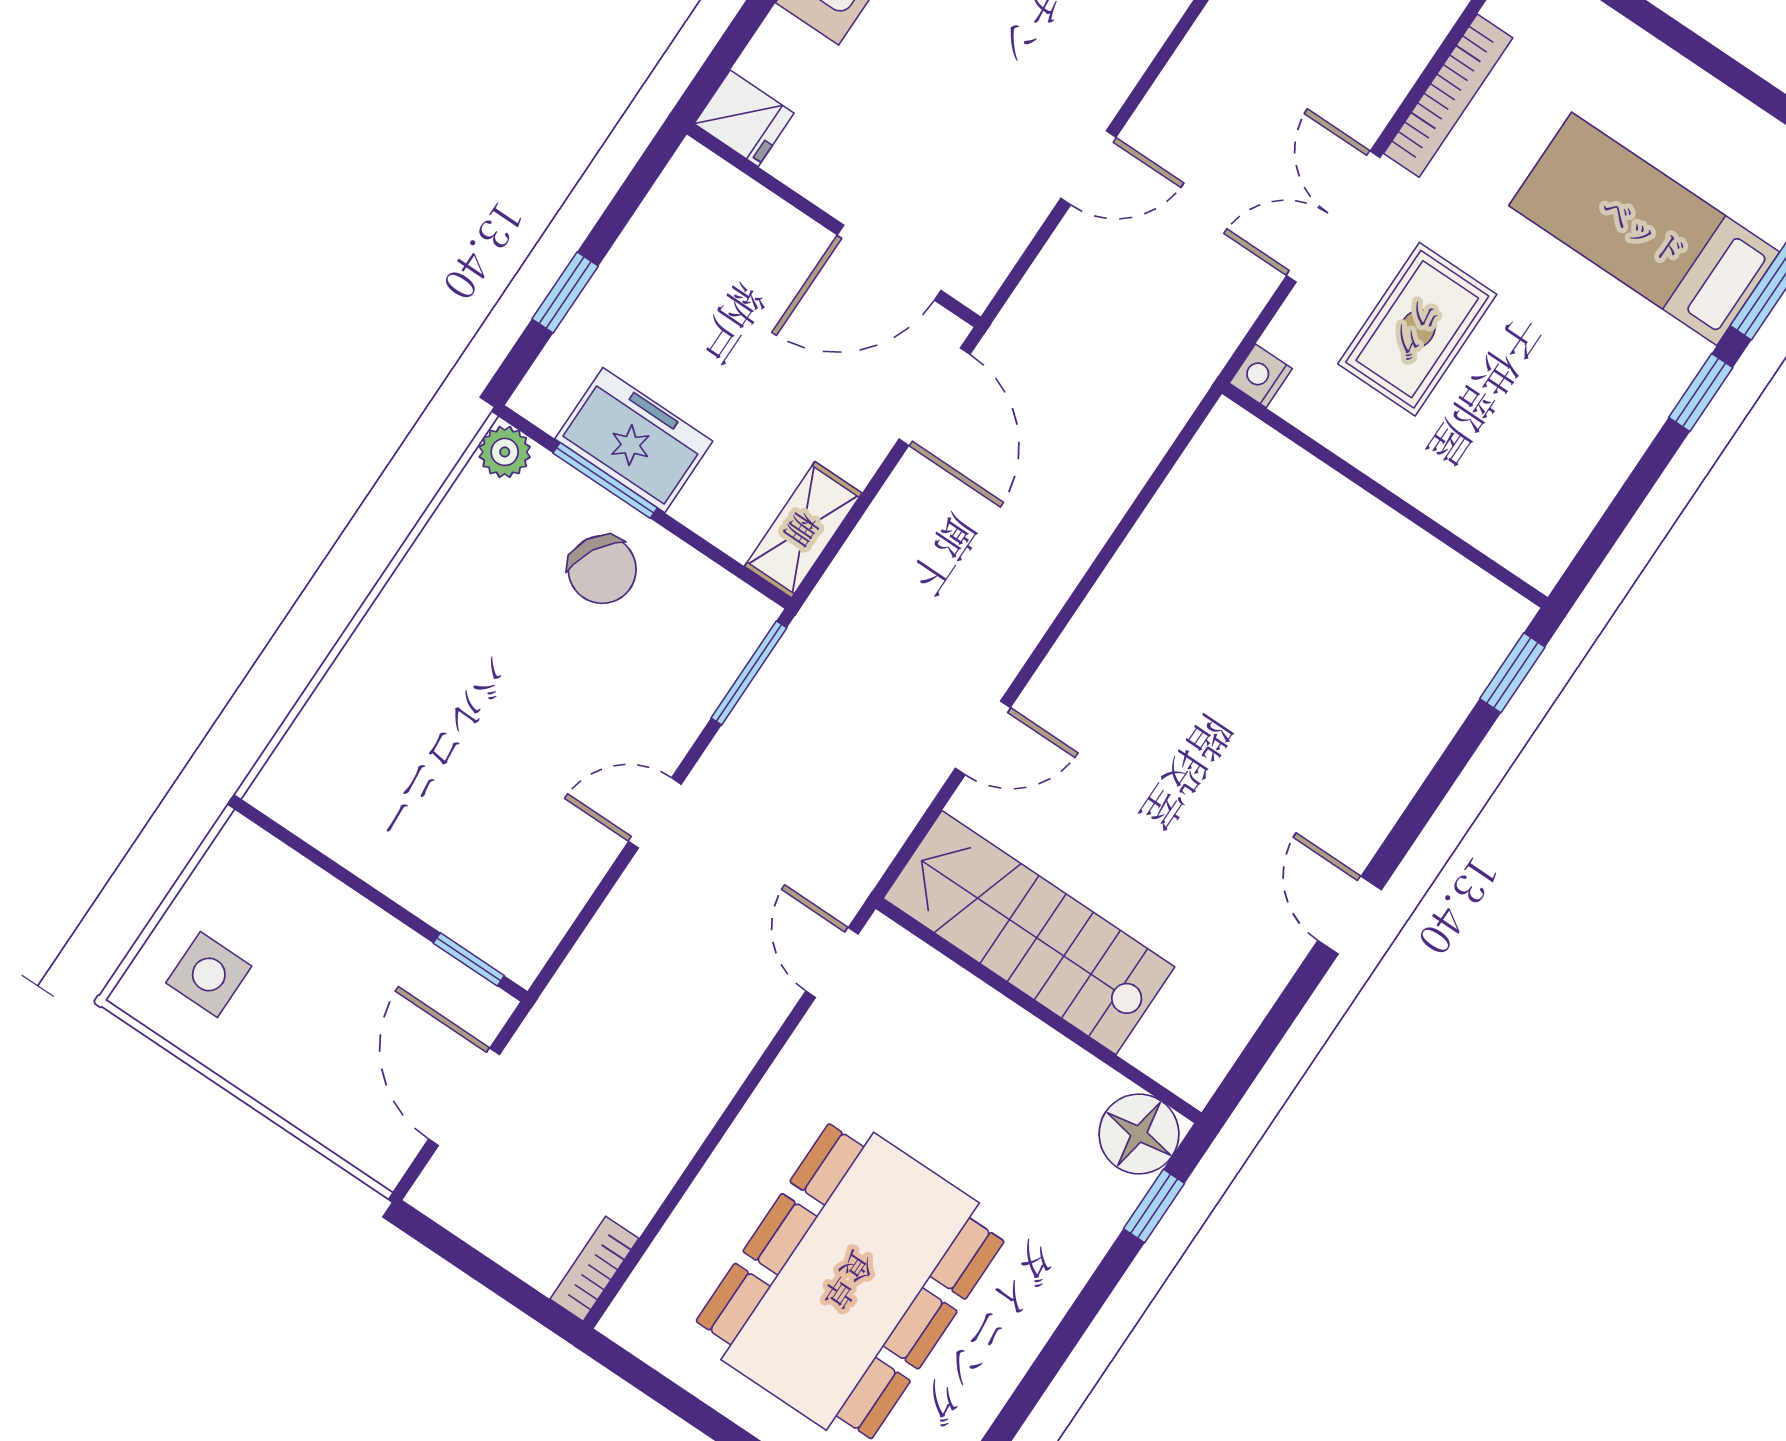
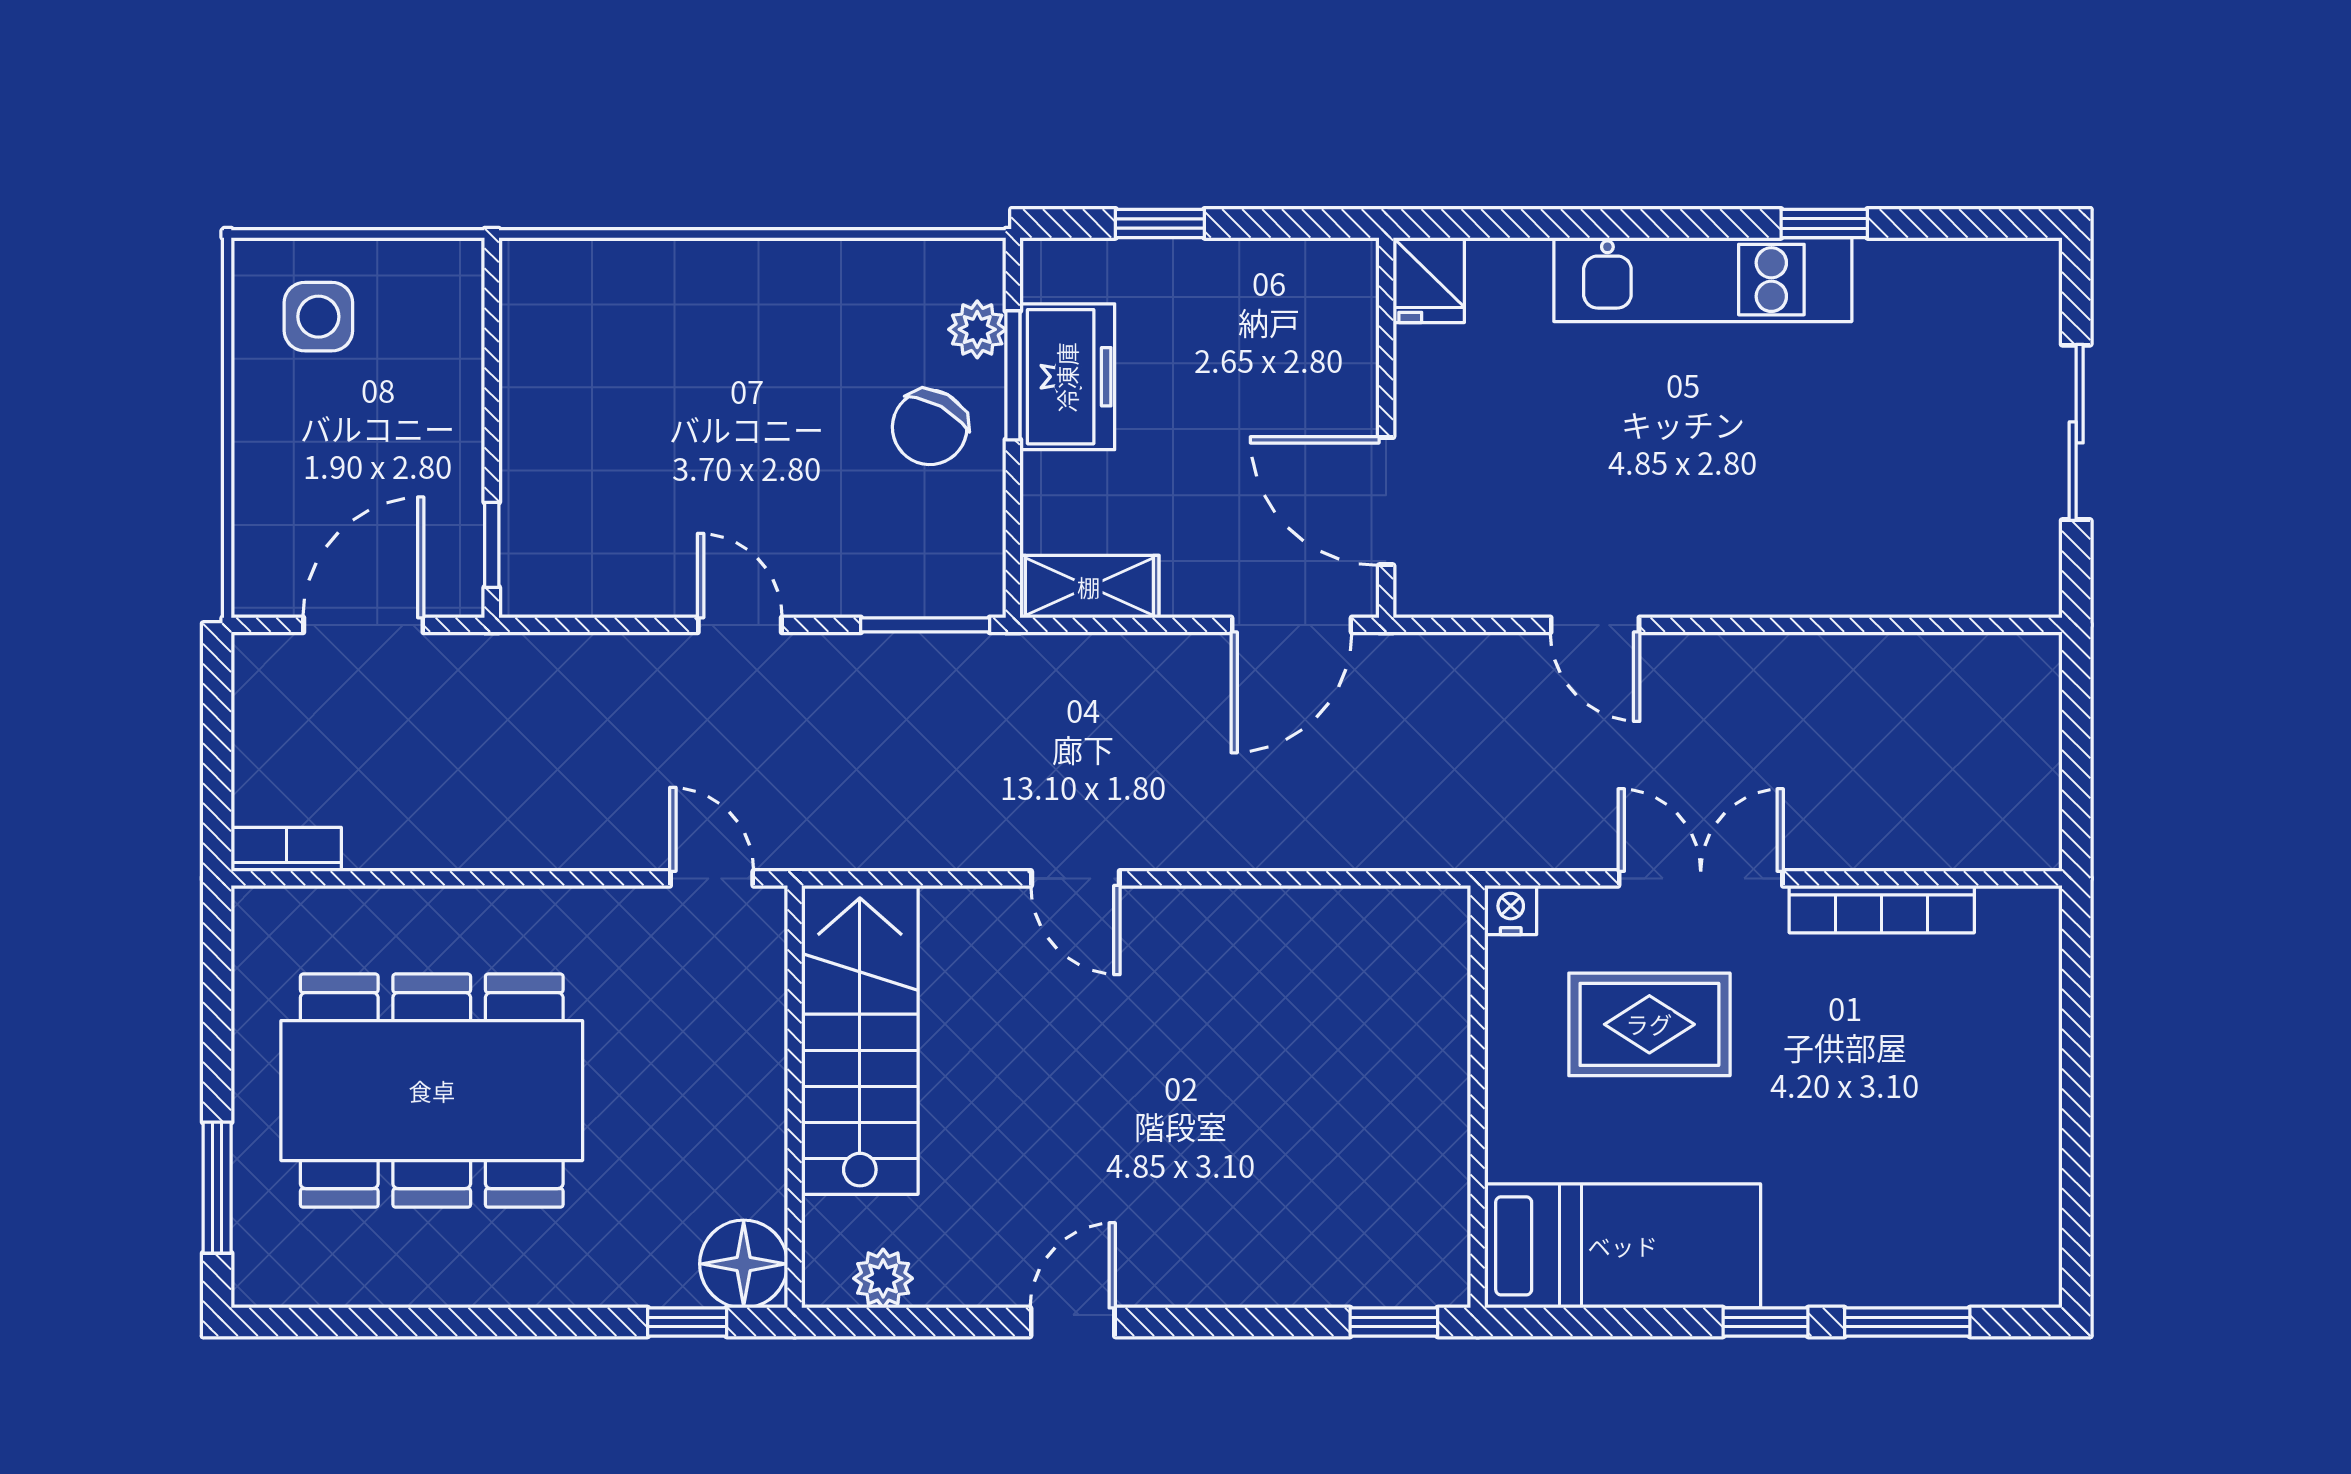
bed: (1644, 229) -> (1623, 1246), moved, turned 90
plant: (505, 452) -> (977, 329), moved
door: (983, 738) -> (1075, 878), moved
door: (832, 963) -> (712, 878), hinge flipped
plant: (1221, 1036) -> (883, 1278), added

